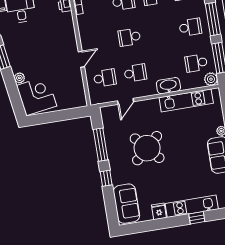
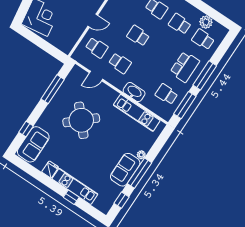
school desk: (190, 27) -> (185, 67), width x1.85
plant: (211, 79) -> (166, 114), removed
window: (106, 178) -> (26, 129), moved

